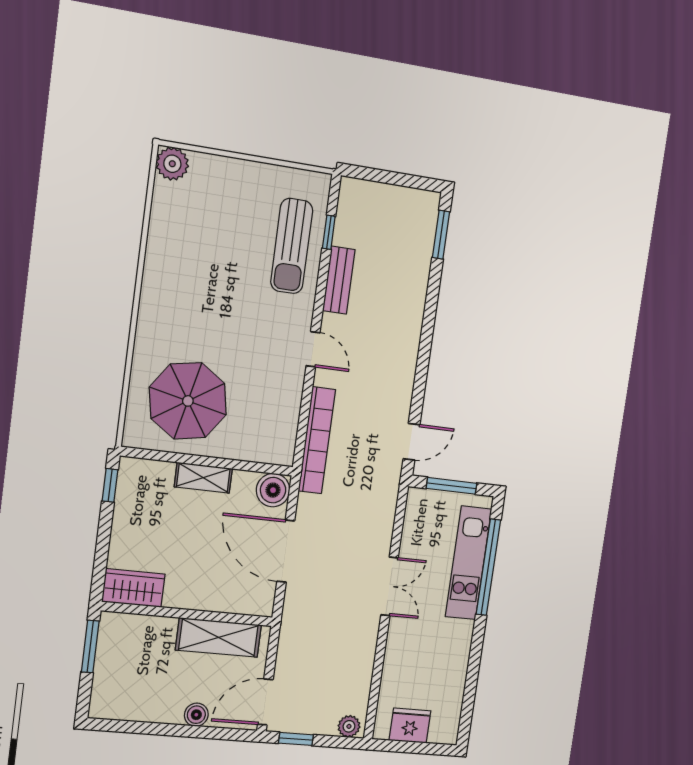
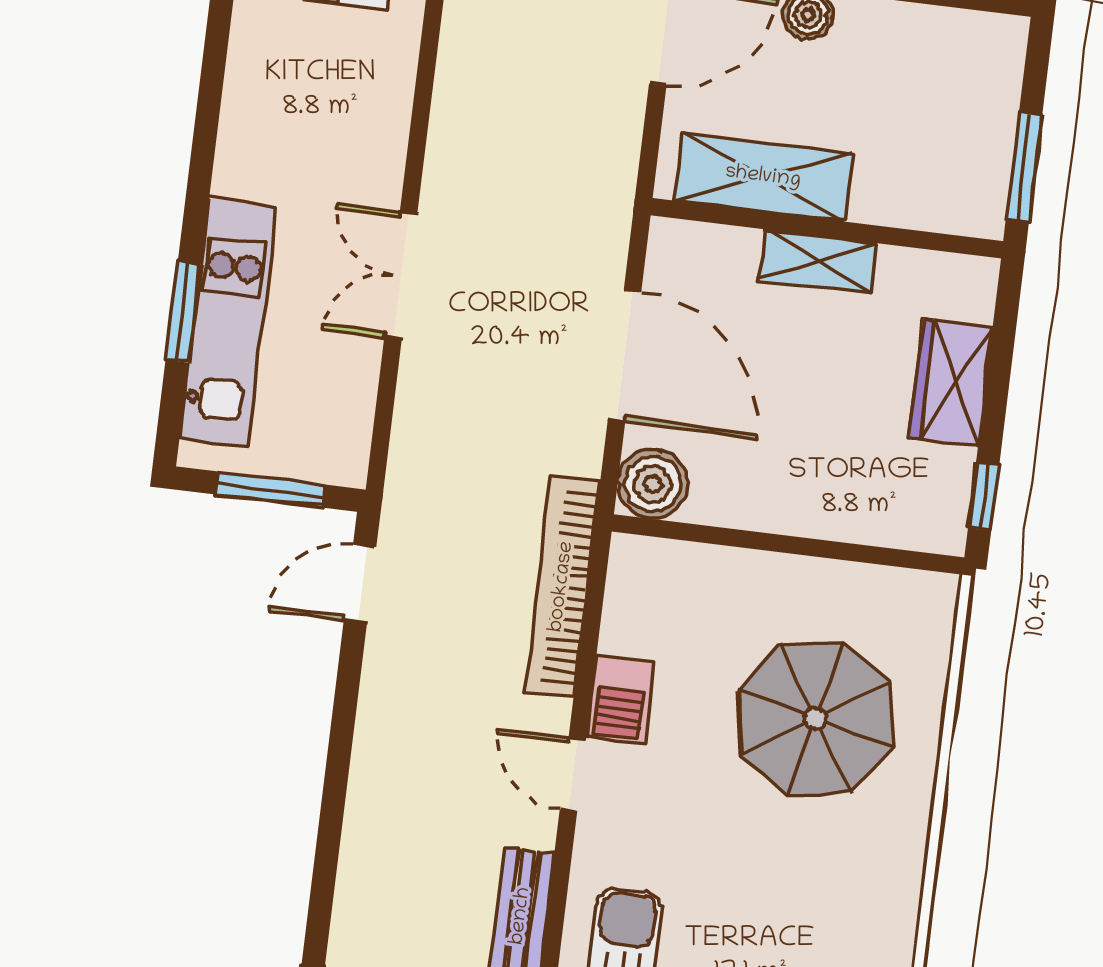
barbecue: (290, 385) -> (620, 701), added
parasol: (188, 401) -> (815, 718), moved
shelving: (203, 478) -> (818, 262), moved
window: (488, 567) -> (183, 312), width x0.47
wardrobe: (133, 588) -> (951, 382), moved, turned 90

